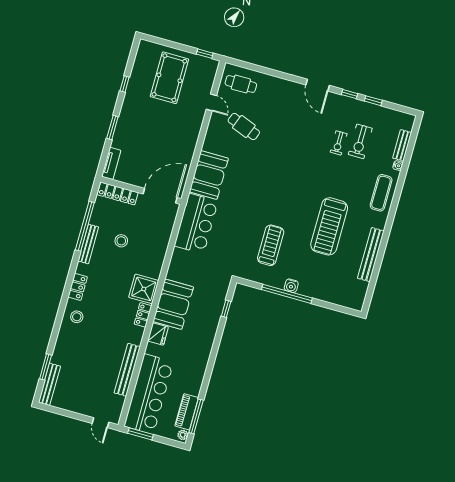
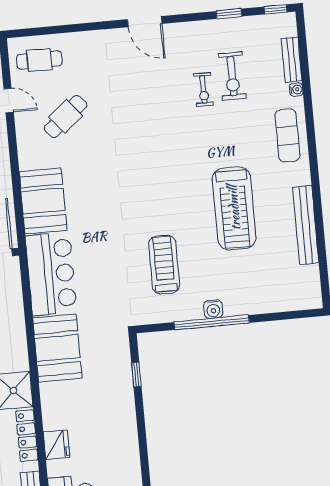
window: (349, 94) -> (276, 9), moved
cafe table: (244, 127) -> (66, 116), turned -61
booth: (173, 304) -> (57, 348), moved
locker: (143, 315) -> (27, 436), width x1.53

